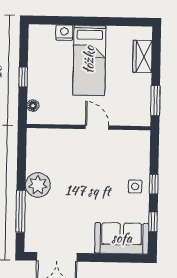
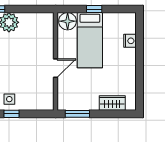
bed: (89, 60) -> (90, 40), moved, turned -90
floor lamp: (33, 106) -> (68, 21), width x1.89, depth x1.89

